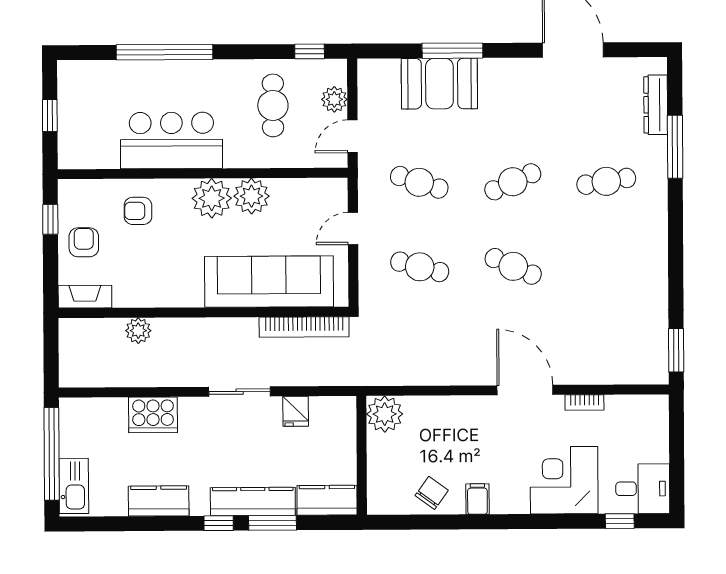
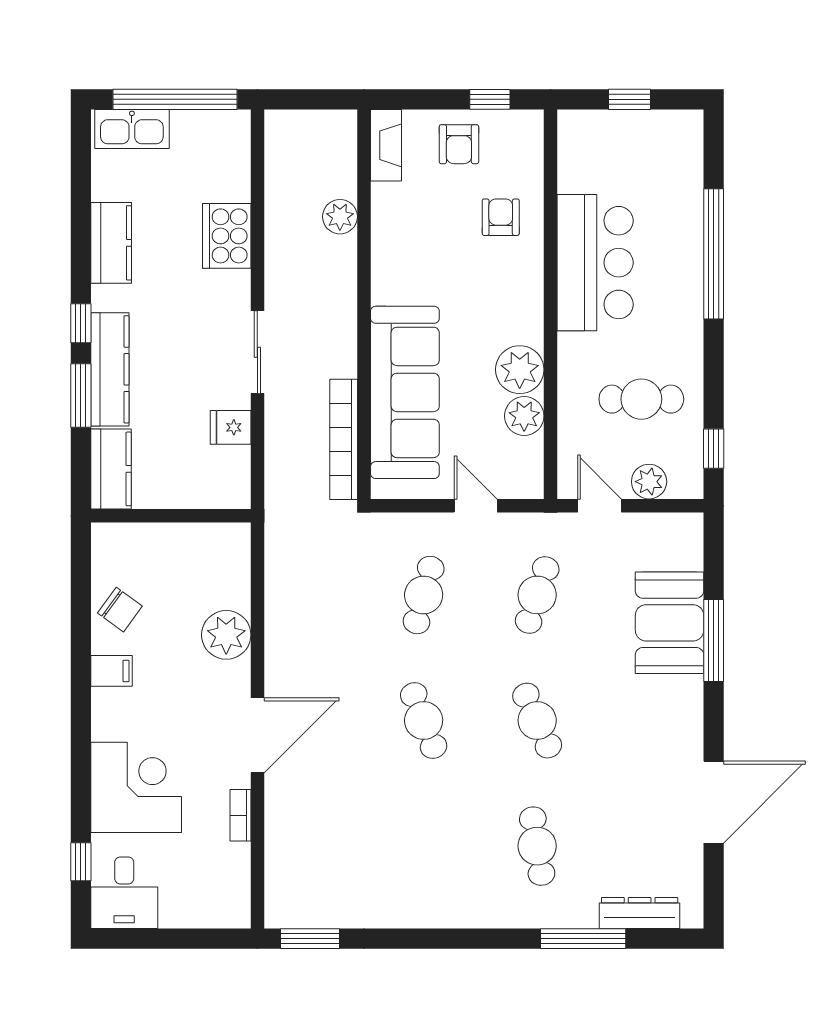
plant: (212, 198) -> (524, 416), moved, width x0.73, depth x0.73
armchair: (84, 242) -> (459, 144), turned 90
cafe table: (513, 266) -> (424, 721), turned -45
plant: (385, 414) -> (226, 635), moved

